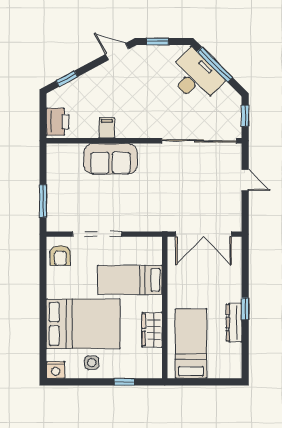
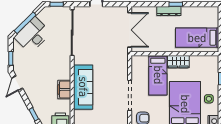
filing cabinet: (107, 128) -> (64, 89), width x2.00
sofa: (111, 159) -> (83, 87), width x1.36
dresser: (234, 323) -> (169, 11), moved
wardrobe: (152, 330) -> (178, 62), moved

